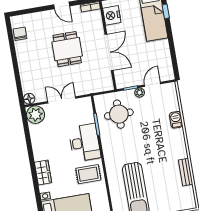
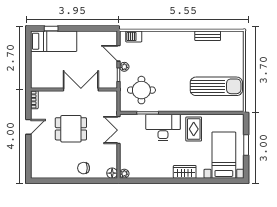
nightstand: (112, 15) -> (46, 81), removed
chair: (20, 34) -> (84, 168), moved
double door: (62, 100) -> (119, 130), moved
plant: (36, 115) -> (124, 174), width x0.53, depth x0.53
barbecue: (176, 120) -> (134, 36), moved

